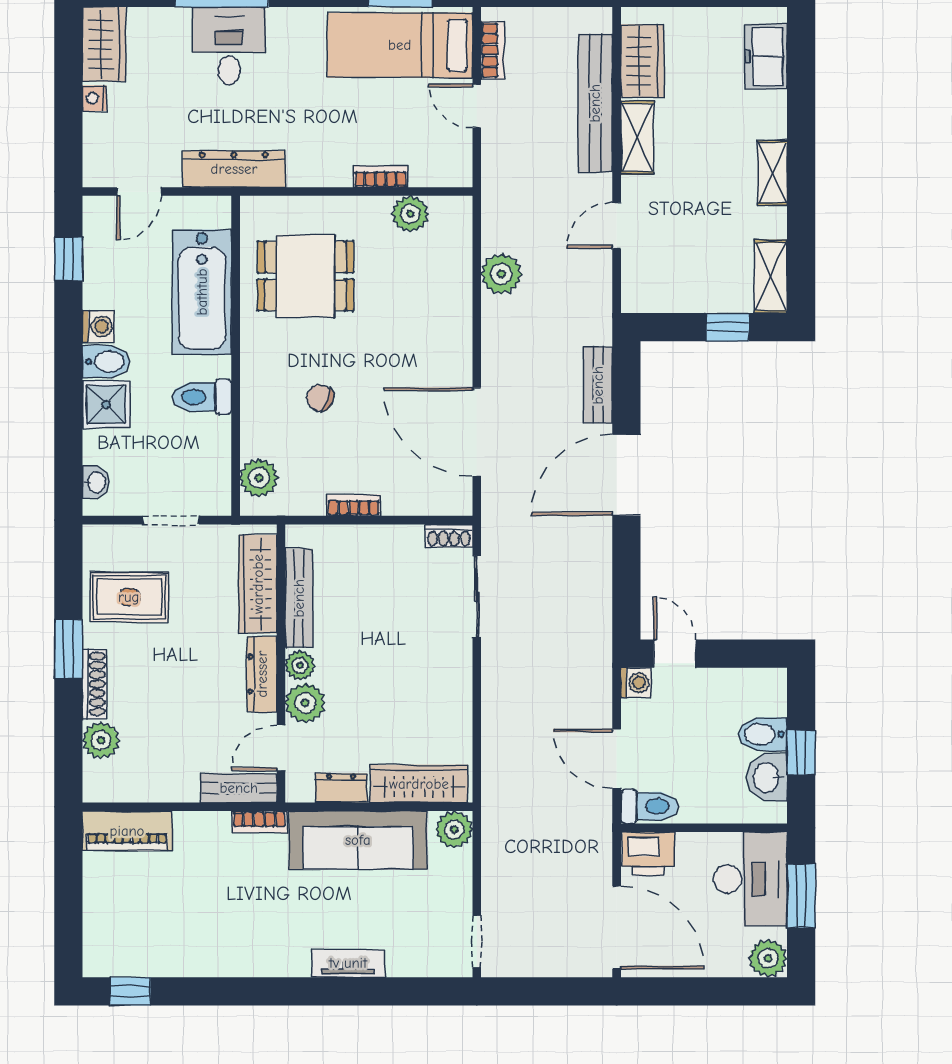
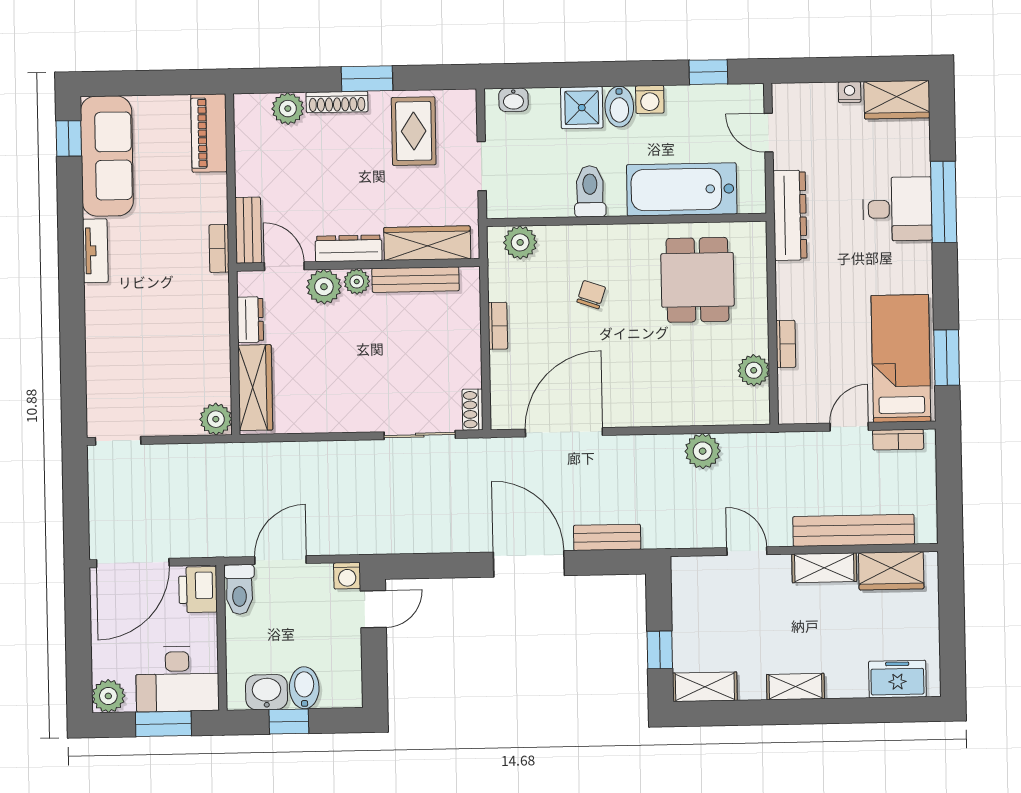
sofa: (358, 840) -> (107, 156), moved, turned 180
tv unit: (348, 963) -> (95, 251), moved

